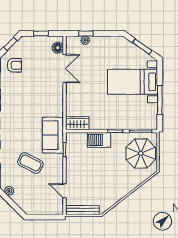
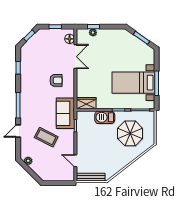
armchair: (14, 65) -> (56, 80), moved
bed with nightstands: (133, 82) -> (133, 83), moved
parasol: (141, 153) -> (130, 133), moved

